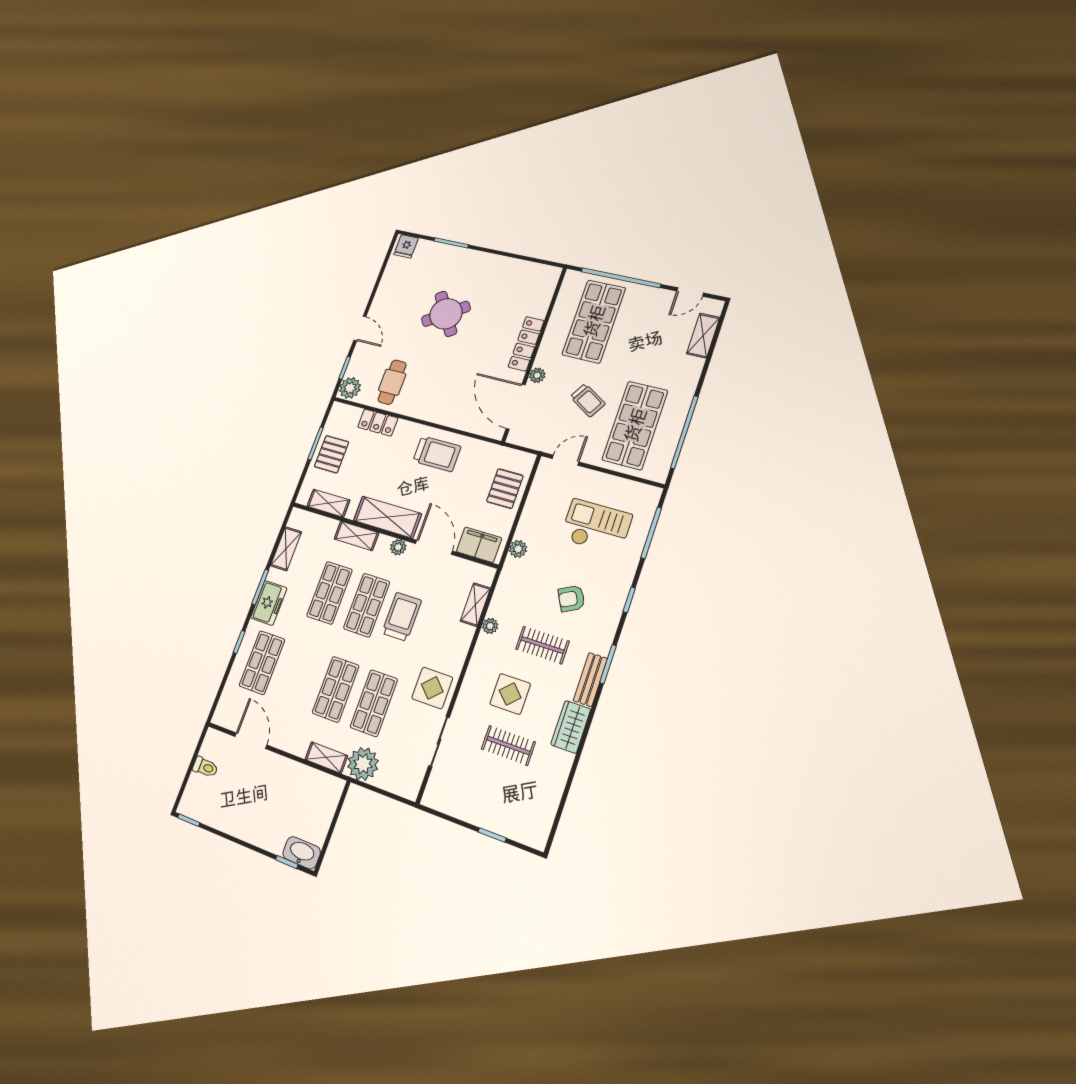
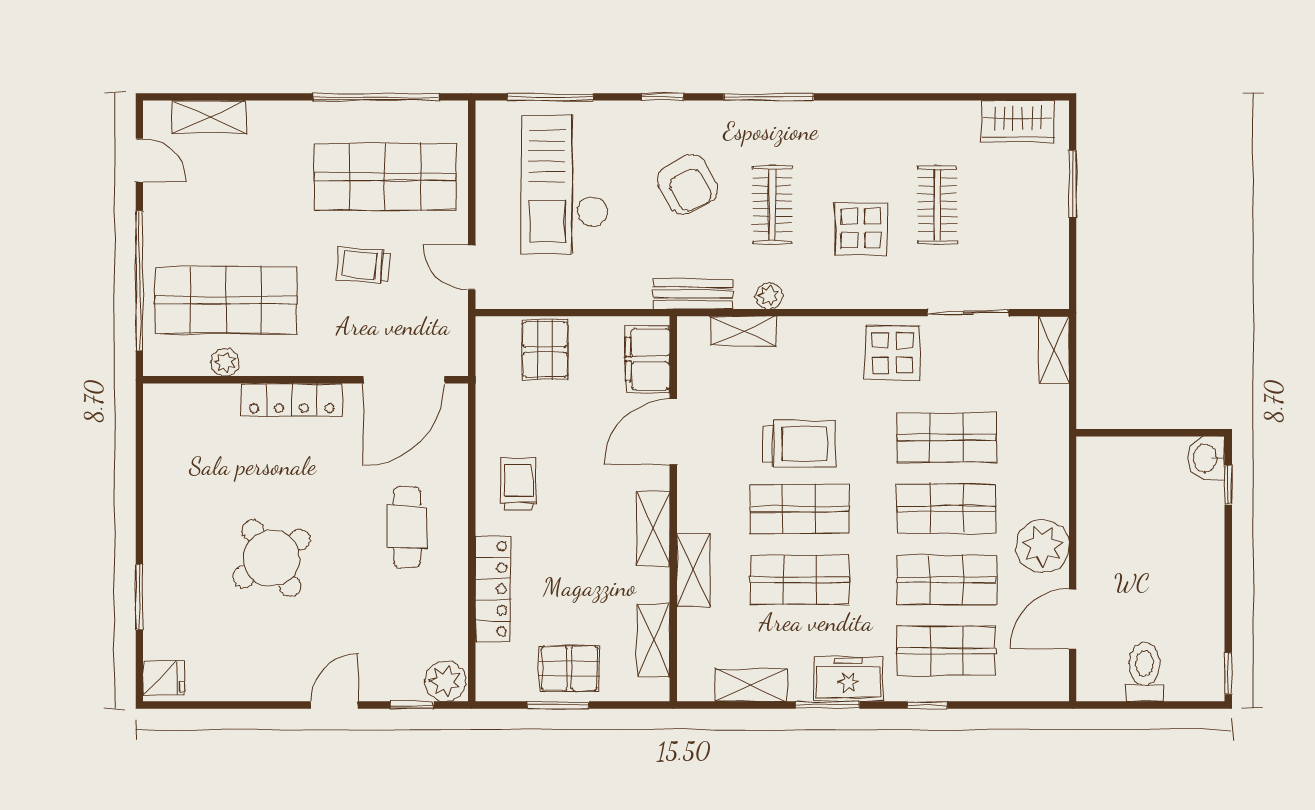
plant: (537, 375) -> (225, 362), moved
cafe table: (392, 382) -> (407, 527), moved, turned 90
trolley: (588, 400) -> (363, 265), turned -116
locker: (378, 423) -> (493, 589), width x1.53
trolley: (437, 454) -> (519, 484), width x0.73, depth x0.72
pallet: (505, 489) -> (545, 350), turned 90
shelving: (387, 517) -> (653, 529), width x0.67, depth x0.75
checkout: (596, 527) -> (565, 184), width x1.36, depth x1.21
plant: (398, 547) -> (691, 492), removed
plant: (518, 549) -> (636, 294), removed
armchair: (571, 599) -> (688, 184), width x1.38, depth x1.38
trolley: (402, 617) -> (799, 443), turned 180
window: (608, 664) -> (769, 97), width x1.44
shop shelf: (298, 676) -> (947, 580), added
bench: (590, 680) -> (693, 294), moved
wardrobe: (571, 727) -> (1018, 121), moved
shelving: (326, 758) -> (1054, 350), moved
plant: (363, 764) -> (1043, 546), moved
toilet: (205, 767) -> (1144, 672), width x1.37, depth x1.39
window: (492, 835) -> (1073, 184), width x1.50
washbasin: (302, 853) -> (1206, 458), width x0.72

